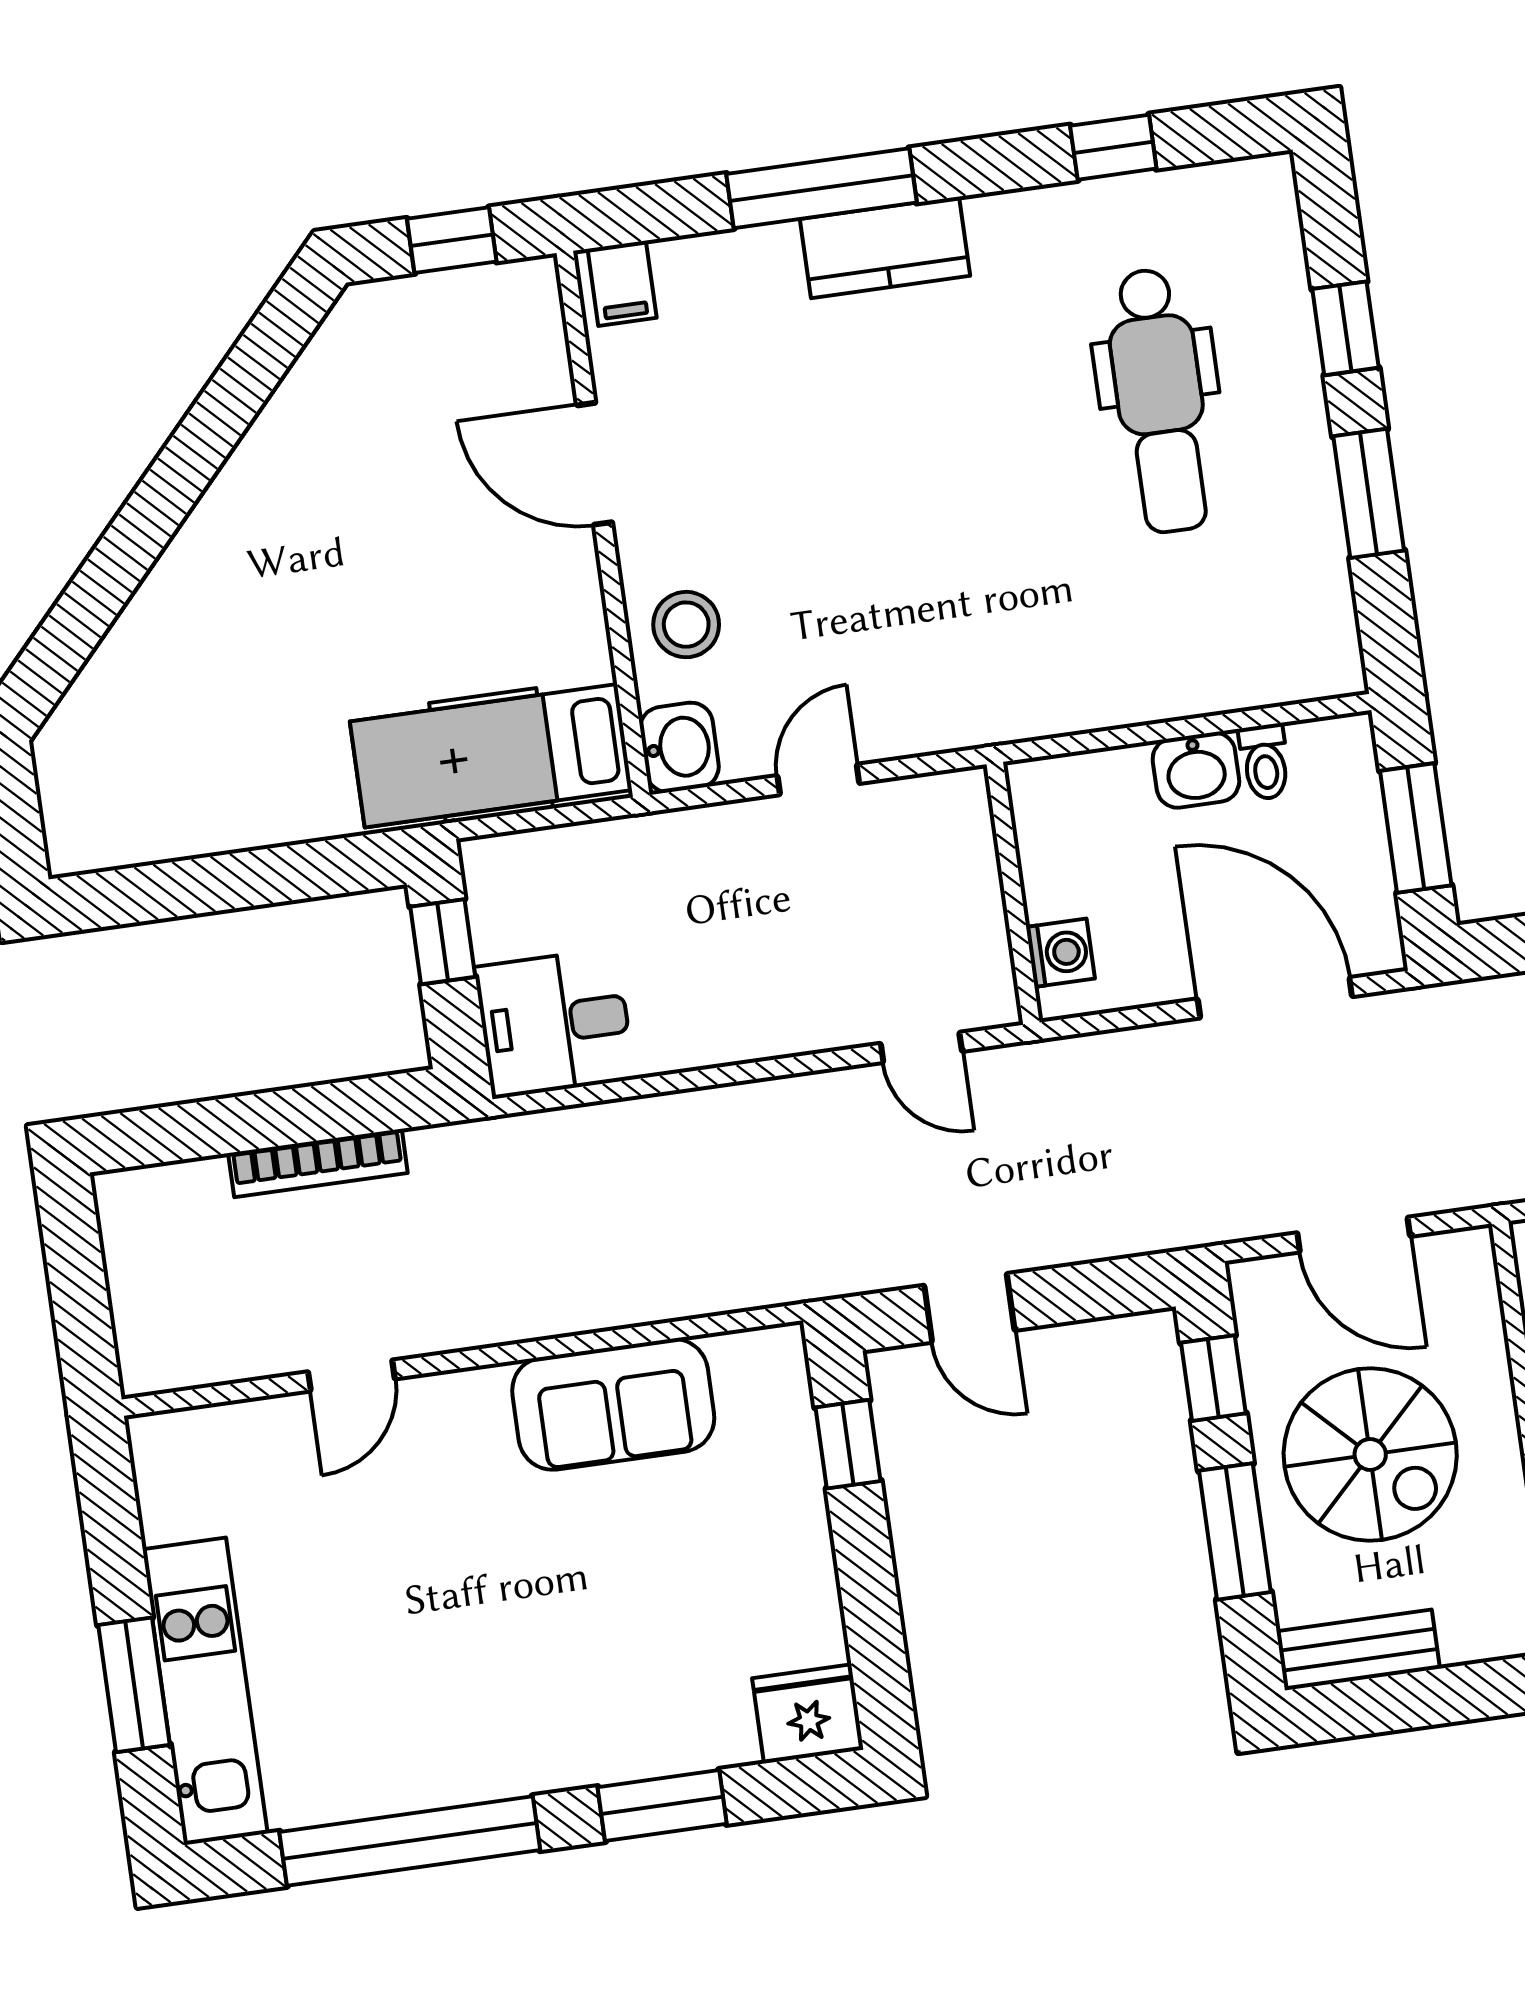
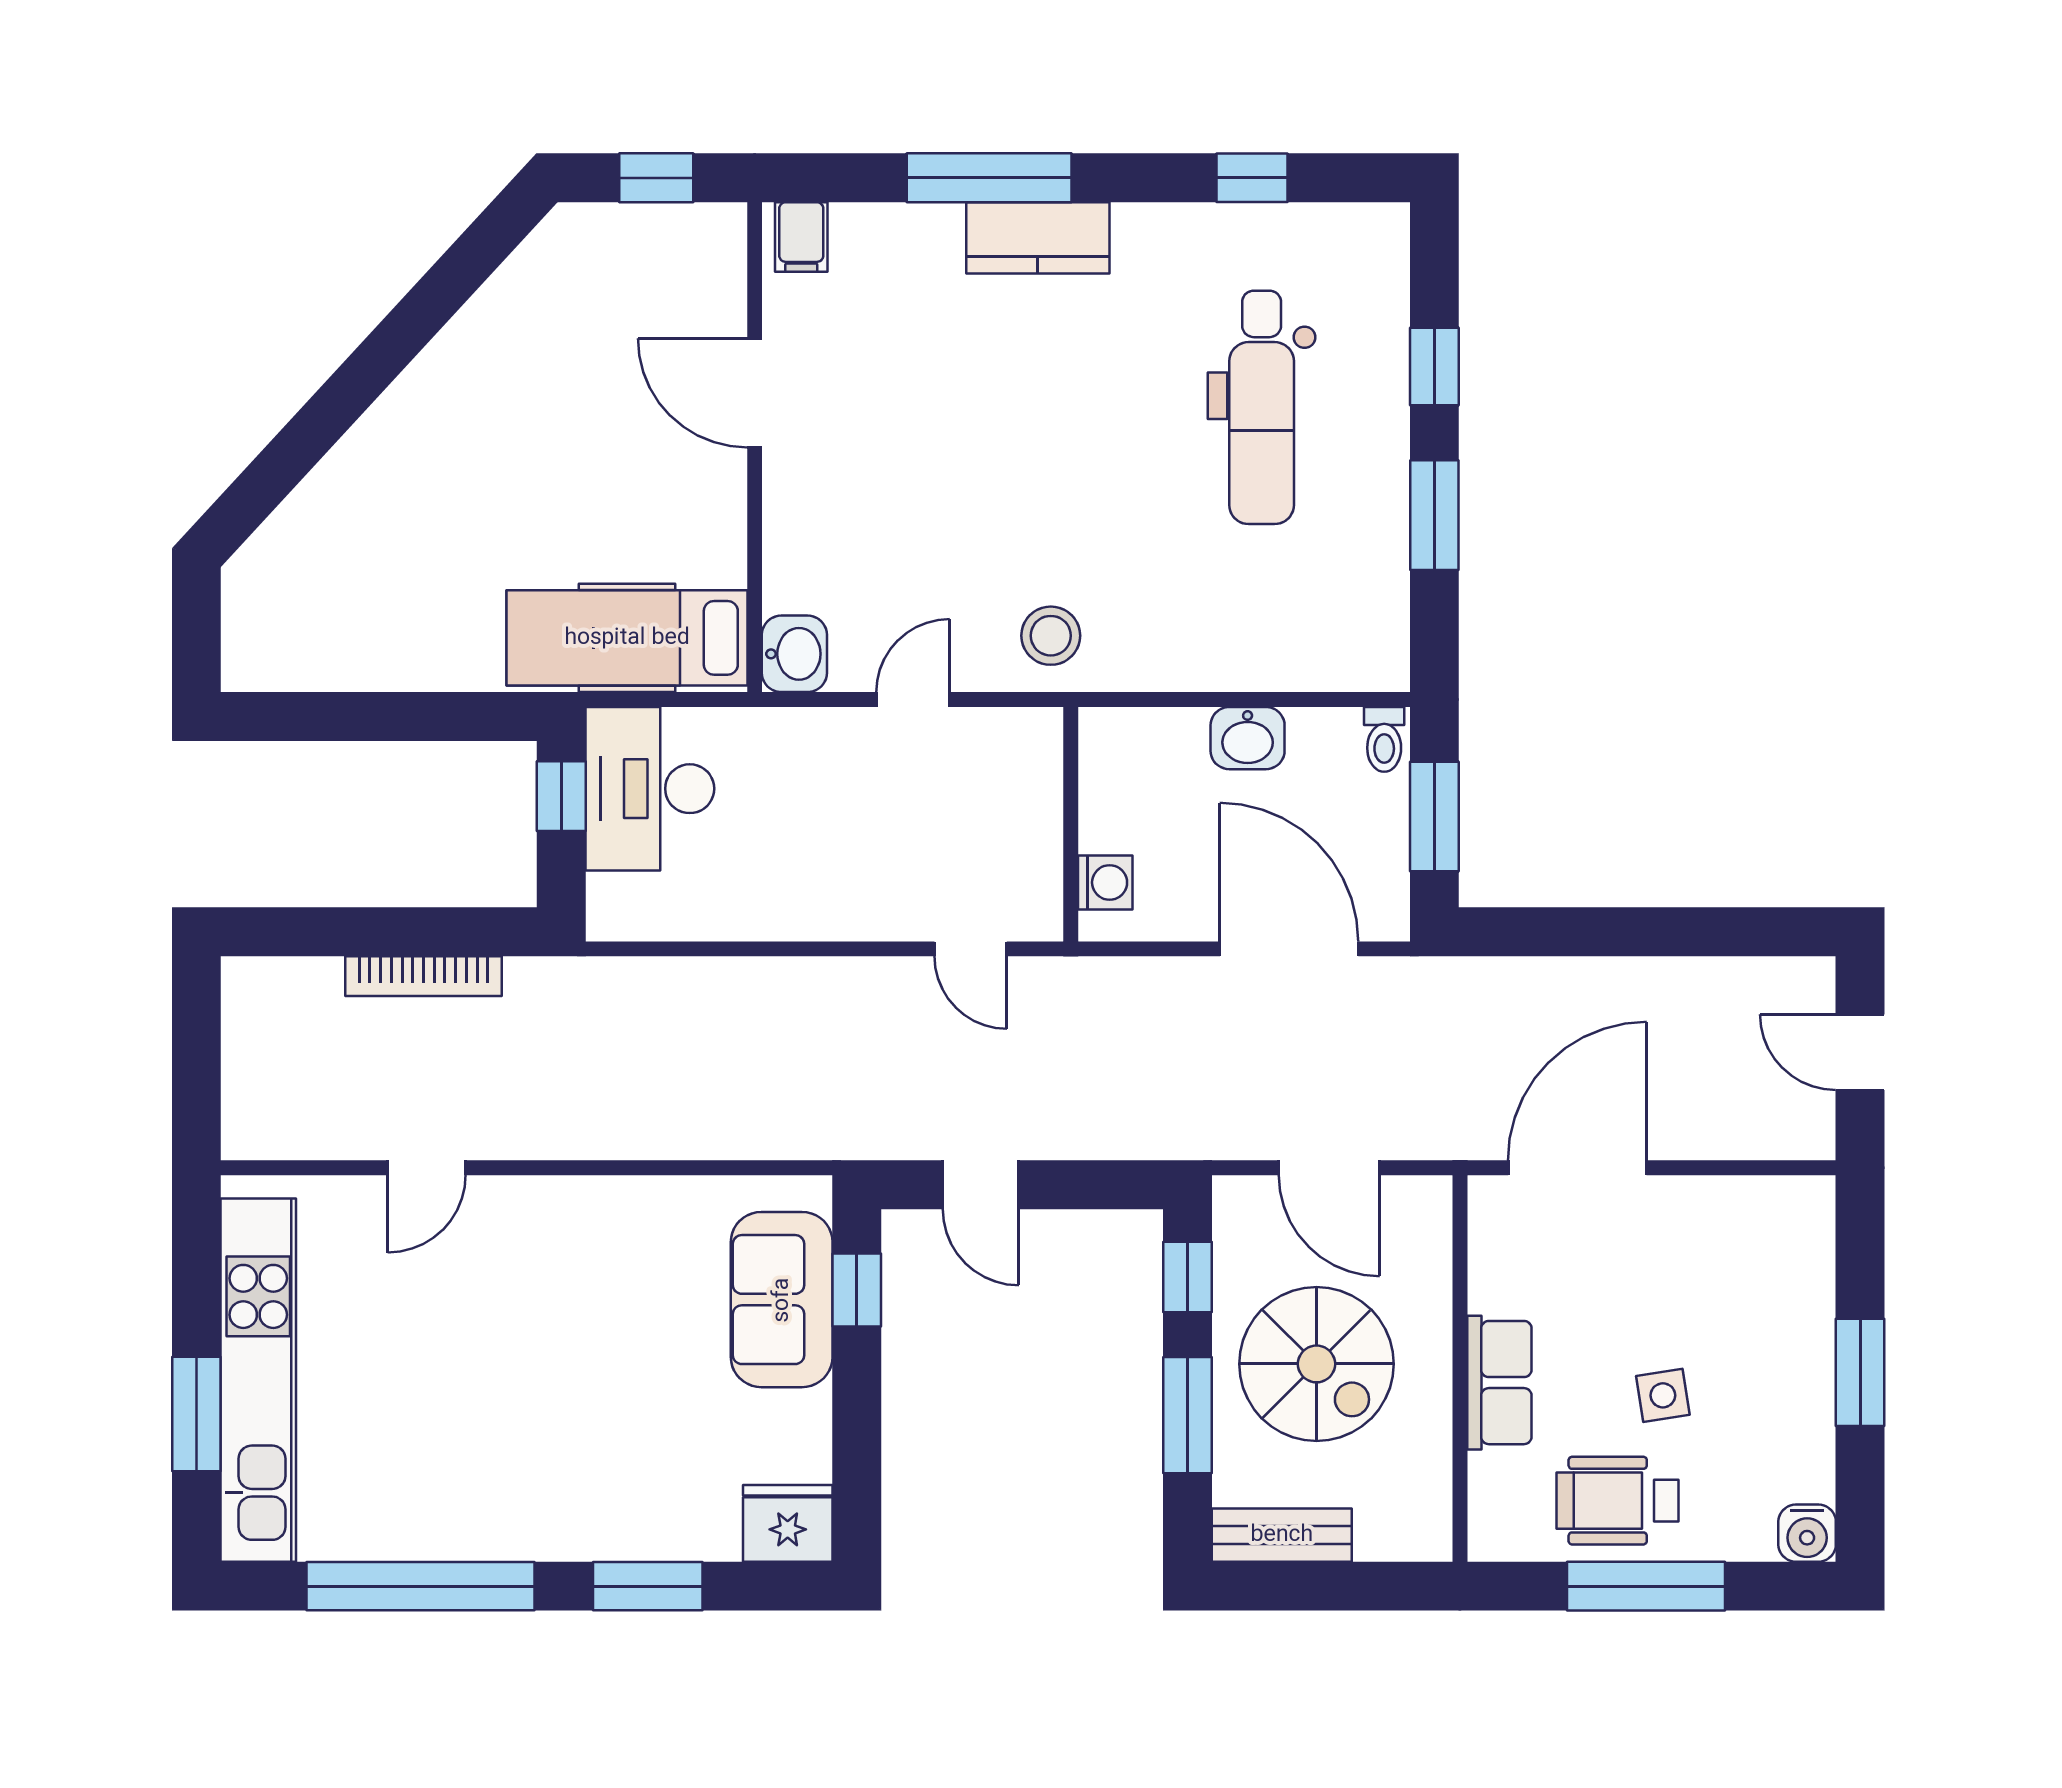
stool: (686, 625) -> (1051, 636), moved
toilet: (1265, 762) -> (1384, 739), moved
desk: (555, 1023) -> (650, 789), moved, width x1.37
sofa: (613, 1404) -> (782, 1300), moved, turned 90
kitchen unit: (205, 1691) -> (258, 1380), width x1.36

